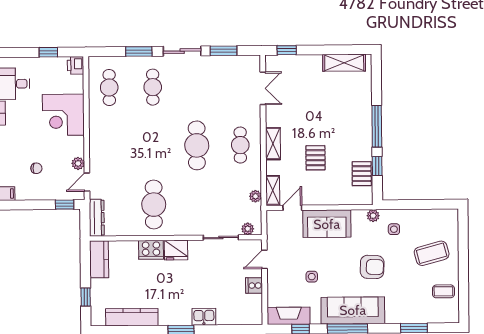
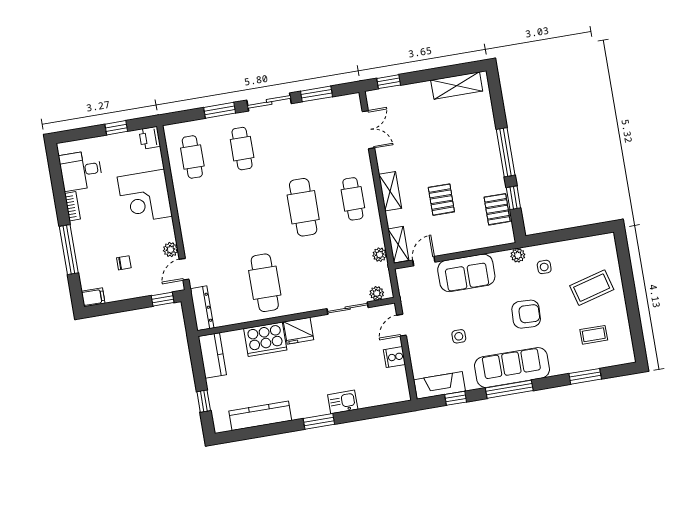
cooker: (151, 250) -> (265, 339), width x1.37, depth x1.31
coffee table: (443, 291) -> (594, 335), moved

